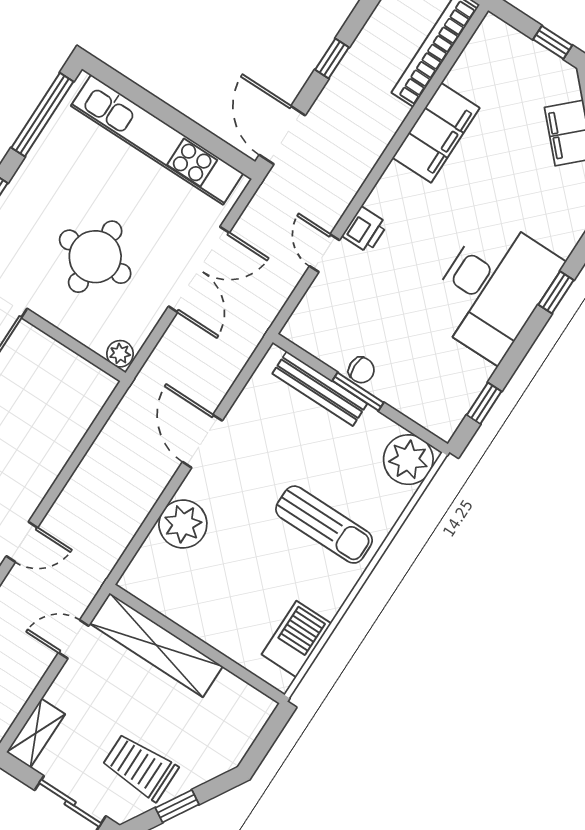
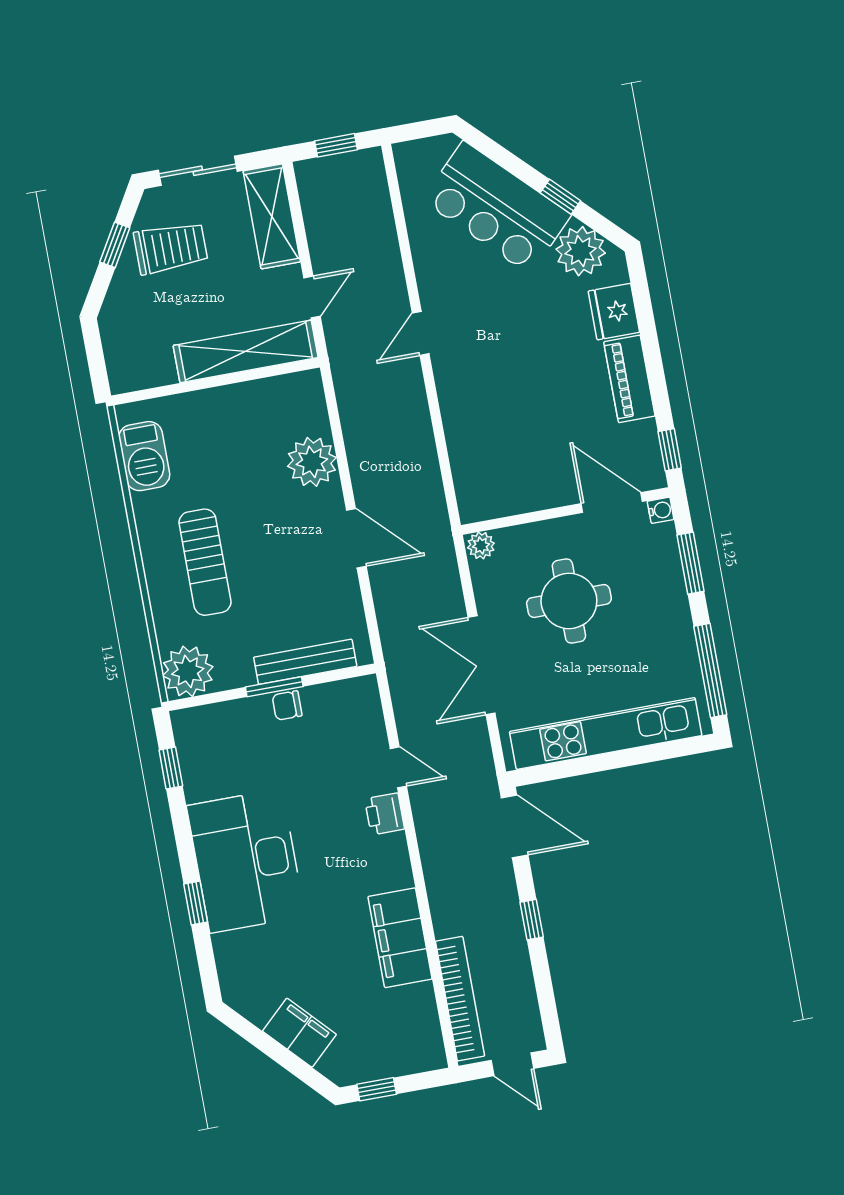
sun lounger: (324, 525) -> (205, 562), turned -90
shelving: (36, 733) -> (272, 216), width x1.50, depth x1.33

